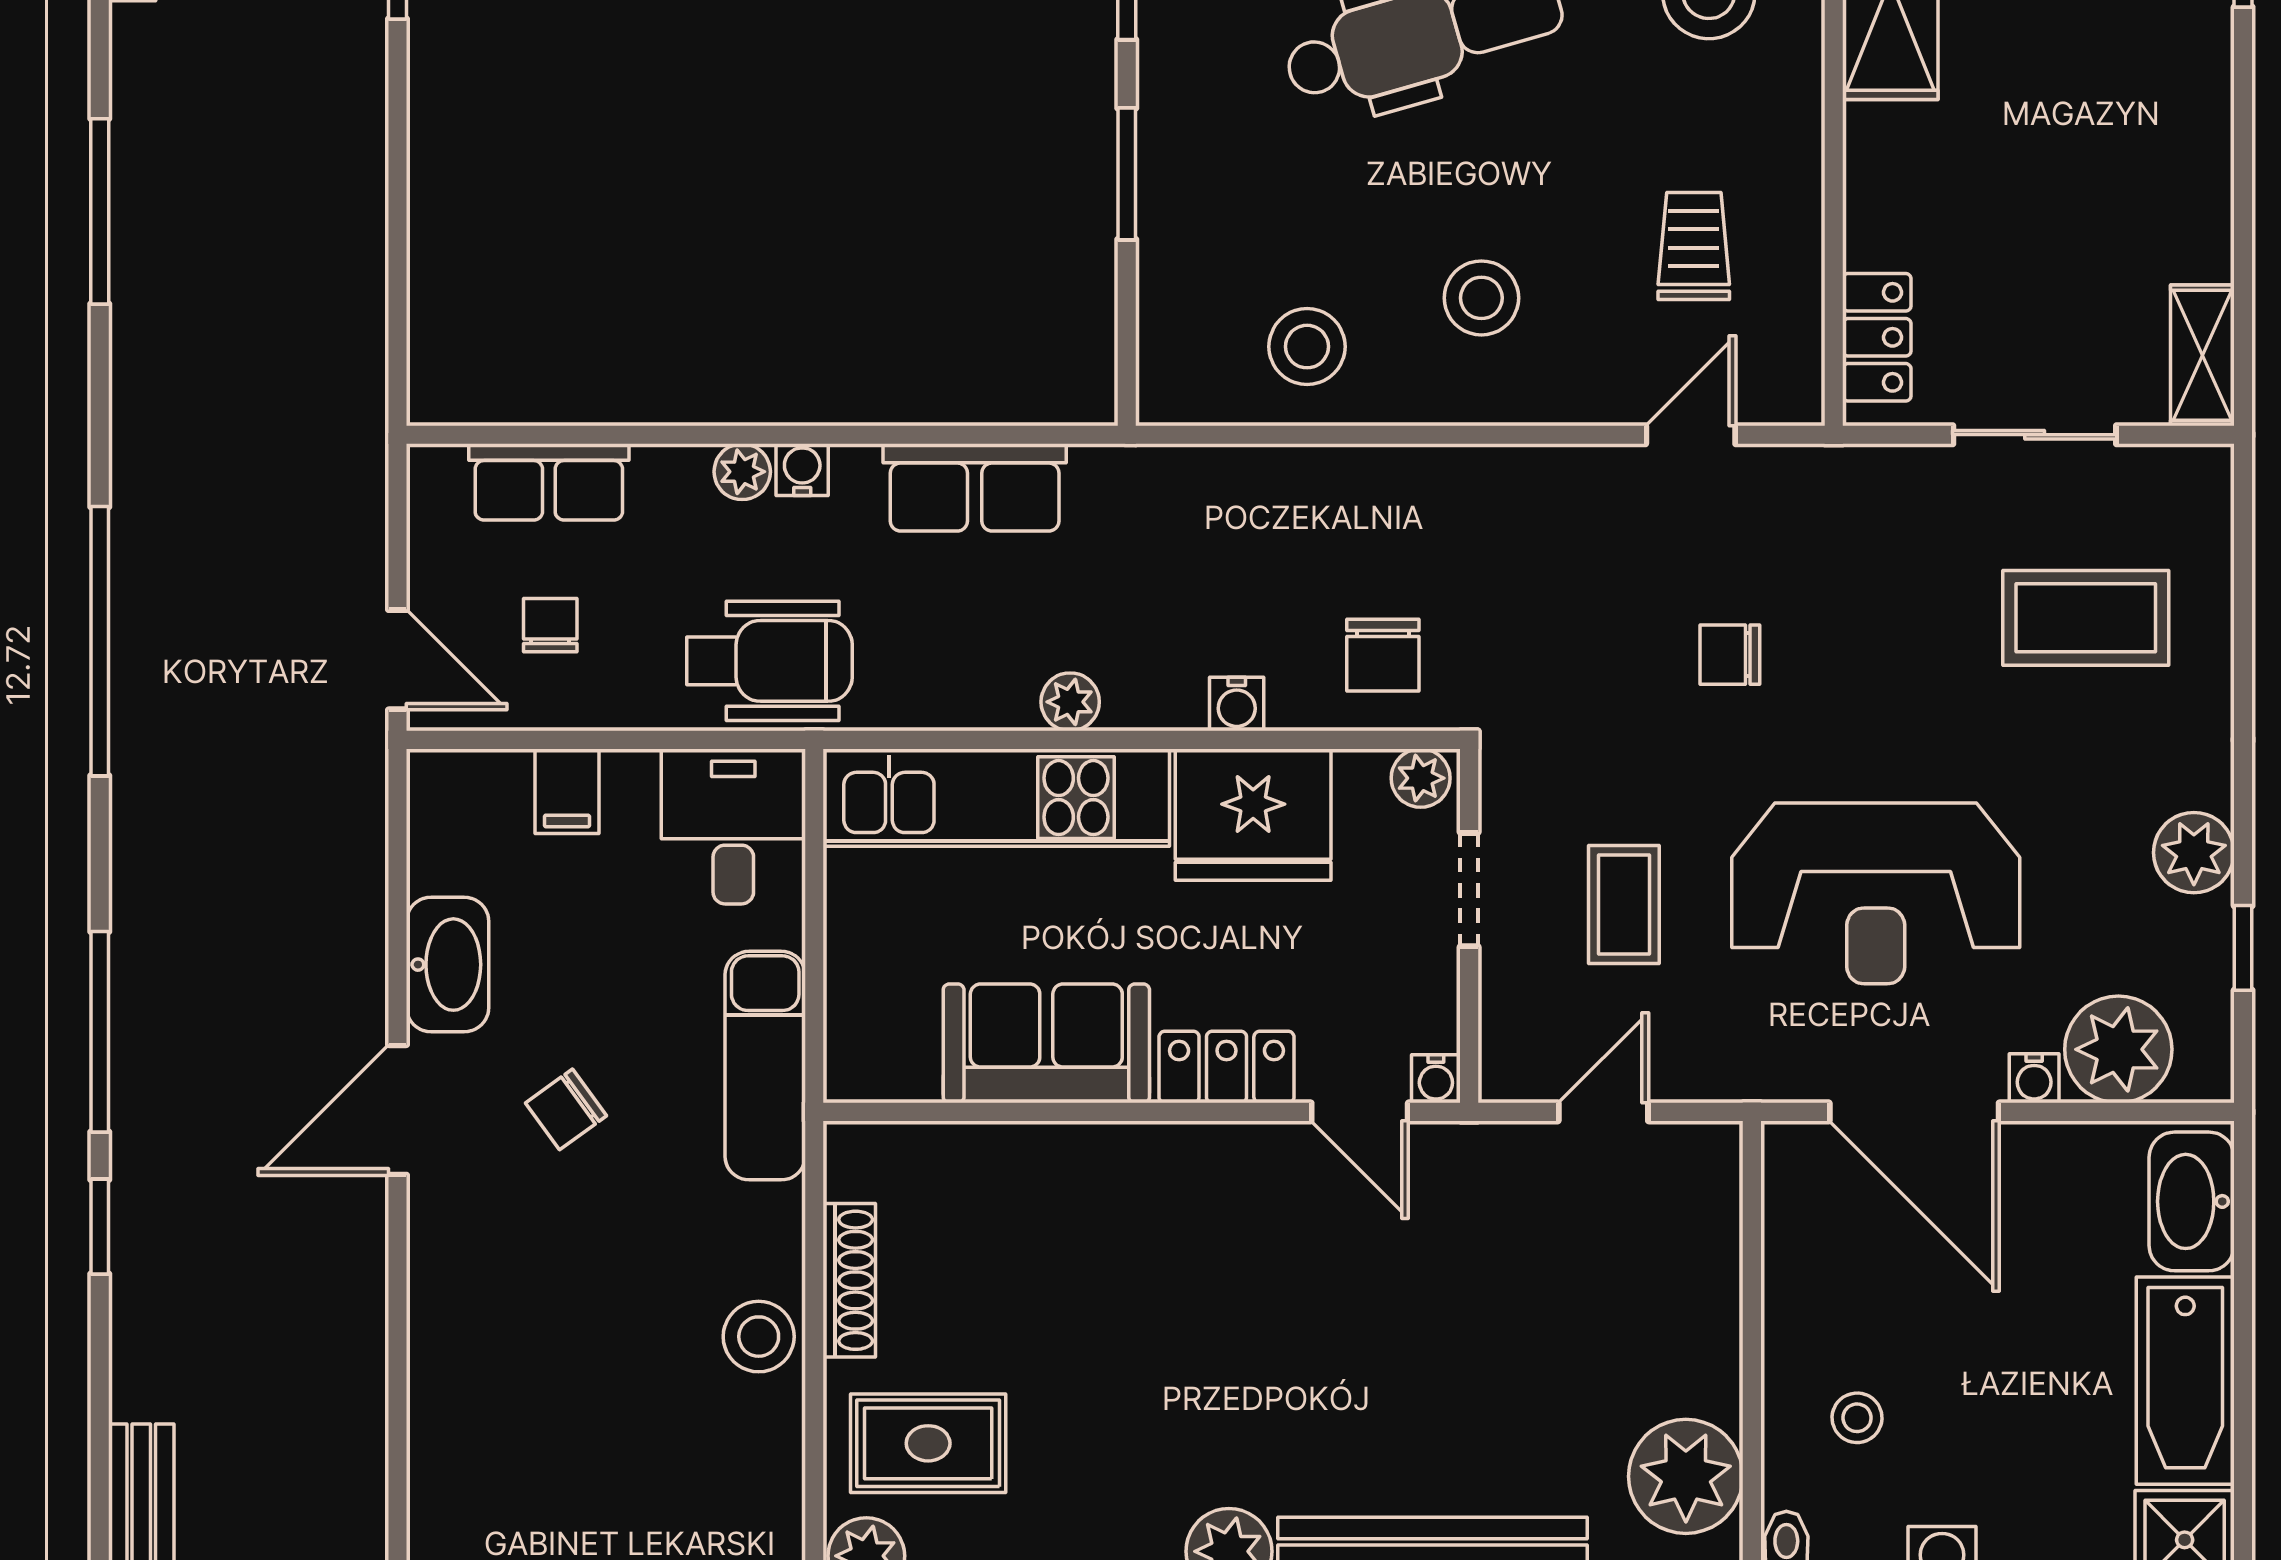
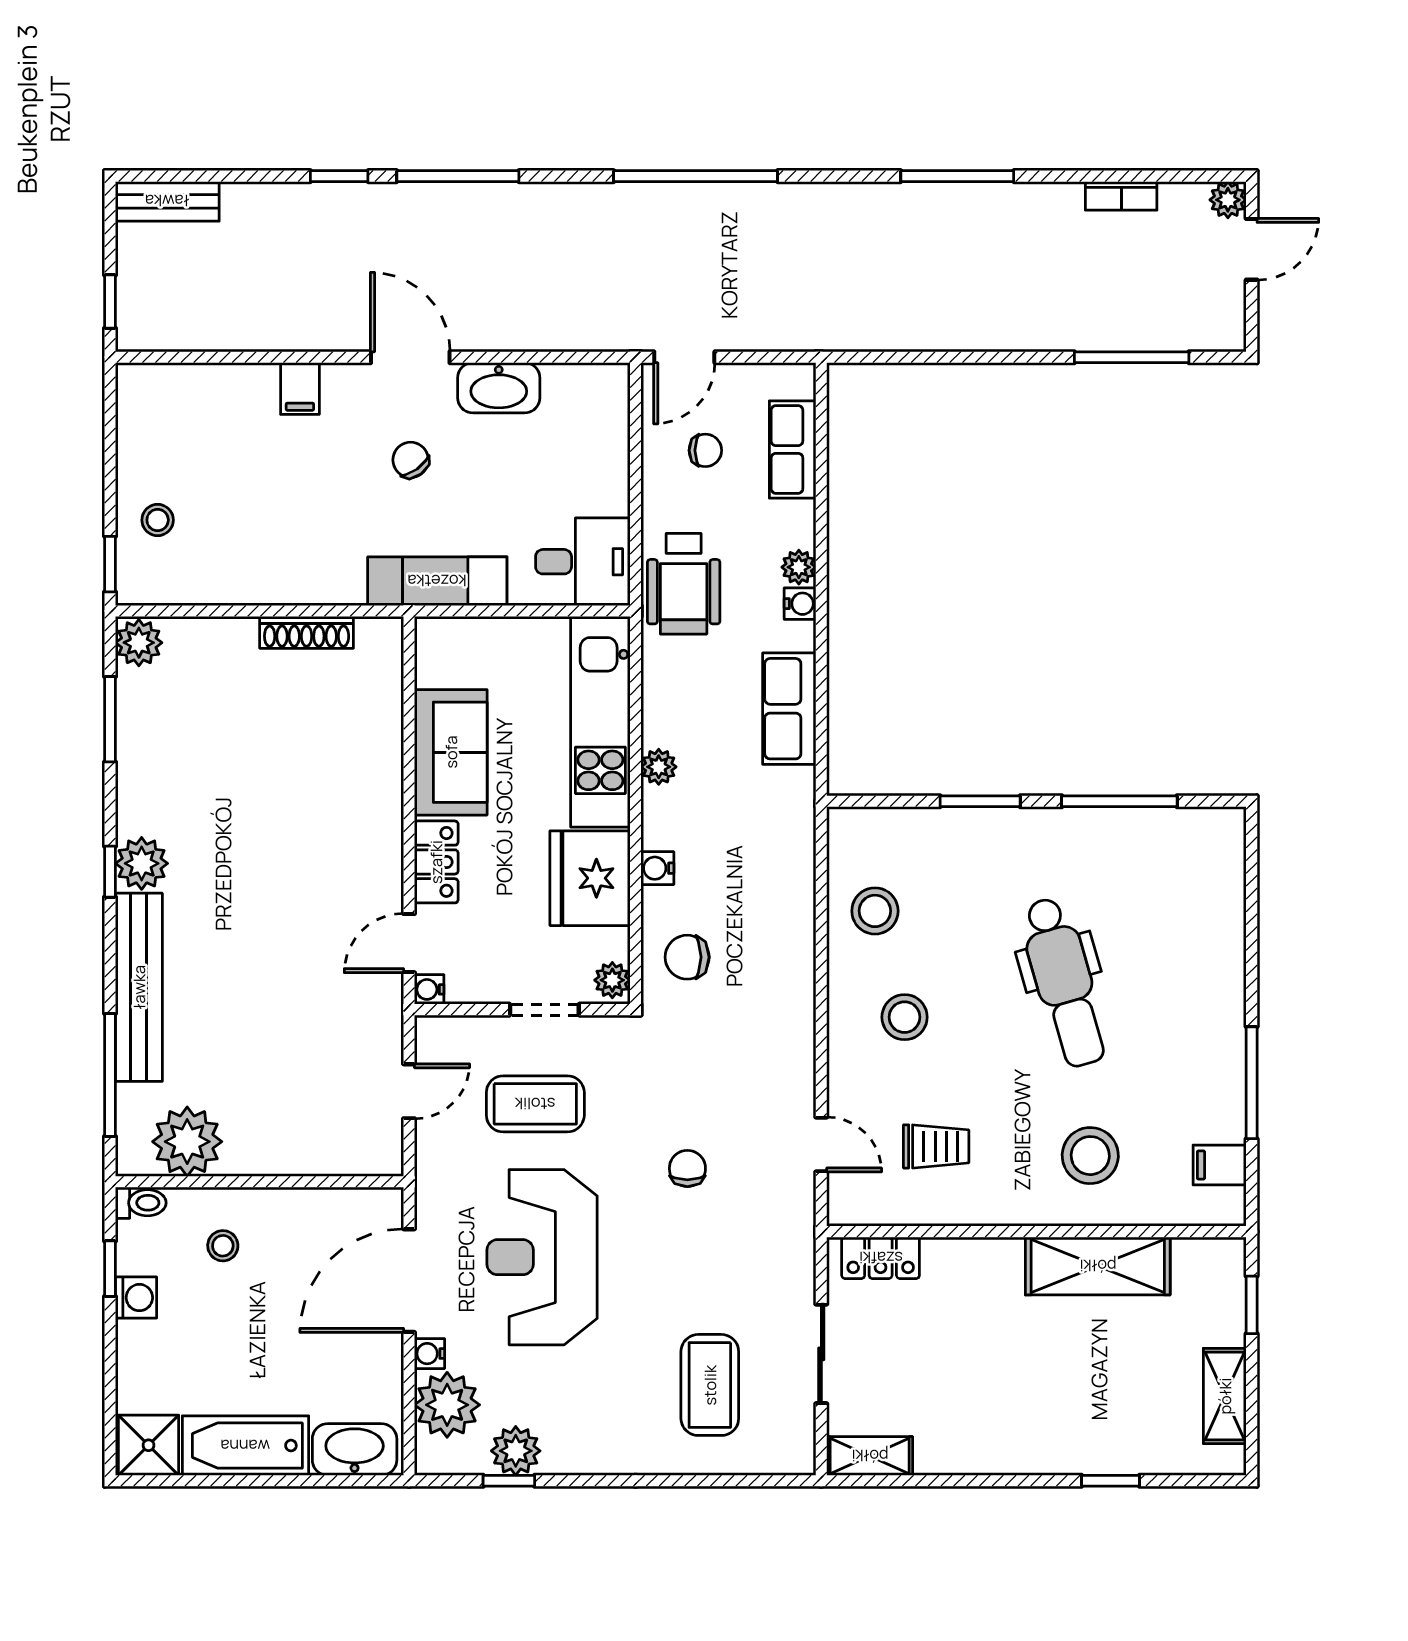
filing cabinet: (567, 791) -> (300, 389), moved, turned -90
plant: (2194, 853) -> (516, 1451), moved
coffee table: (1624, 904) -> (535, 1104), width x1.36, depth x1.30
door: (1603, 1112) -> (409, 1091), hinge flipped
stool: (759, 1337) -> (158, 520), moved, width x0.73, depth x0.73
rug: (928, 1443) -> (207, 680), removed

